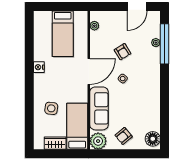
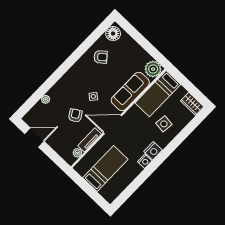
tv unit: (95, 44) -> (90, 140), added
window: (165, 44) -> (40, 93), removed
nightstand: (40, 81) -> (153, 151), added
armchair: (124, 136) -> (101, 57), moved
wardrobe: (55, 143) -> (192, 104), moved

